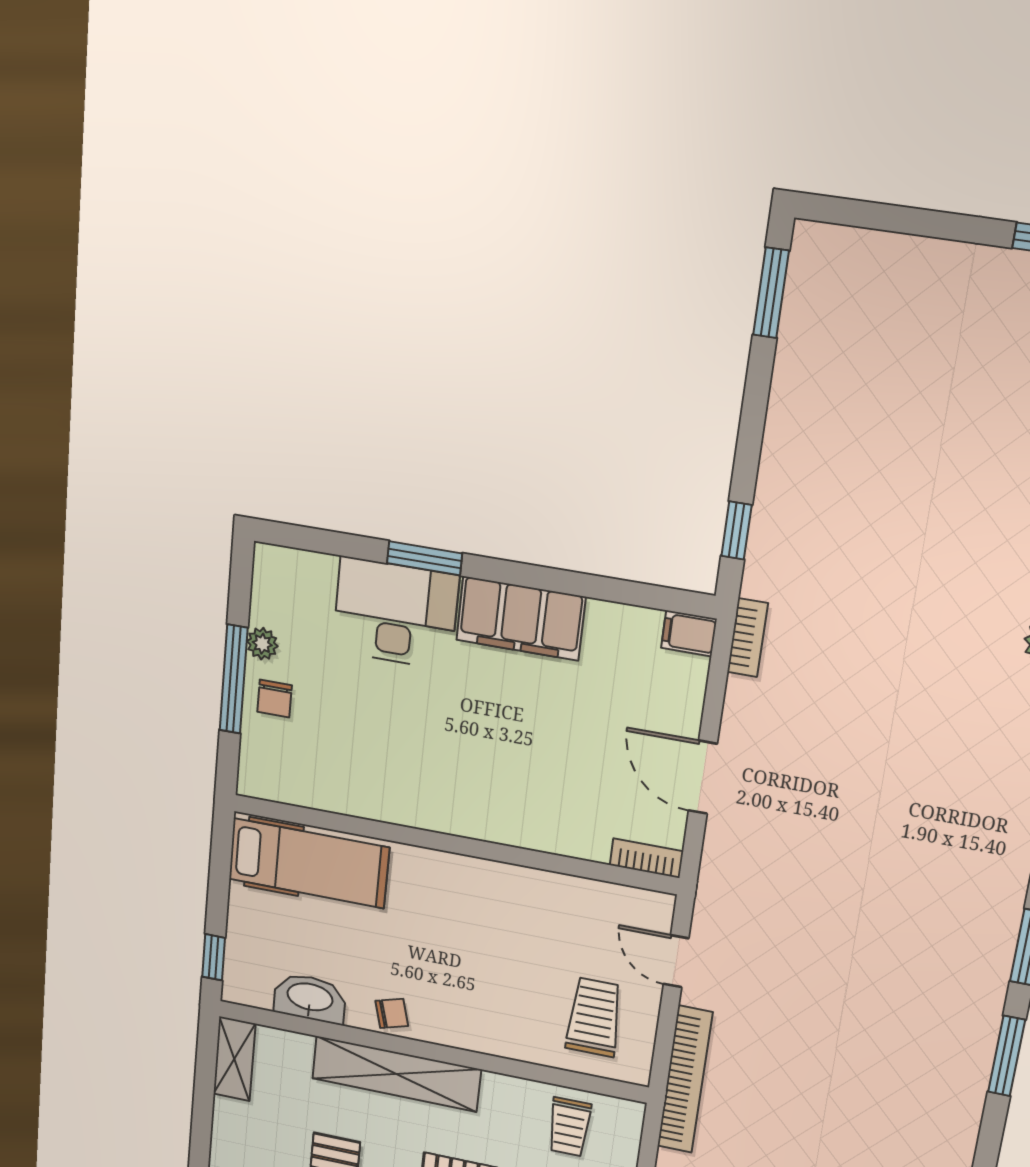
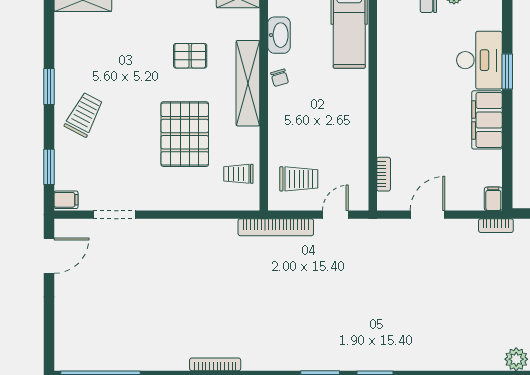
bookcase: (646, 858) -> (384, 174), moved

